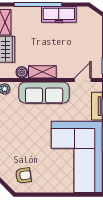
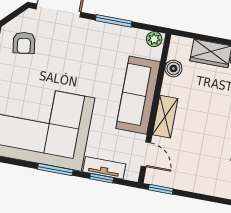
shelving: (42, 72) -> (165, 117), moved

